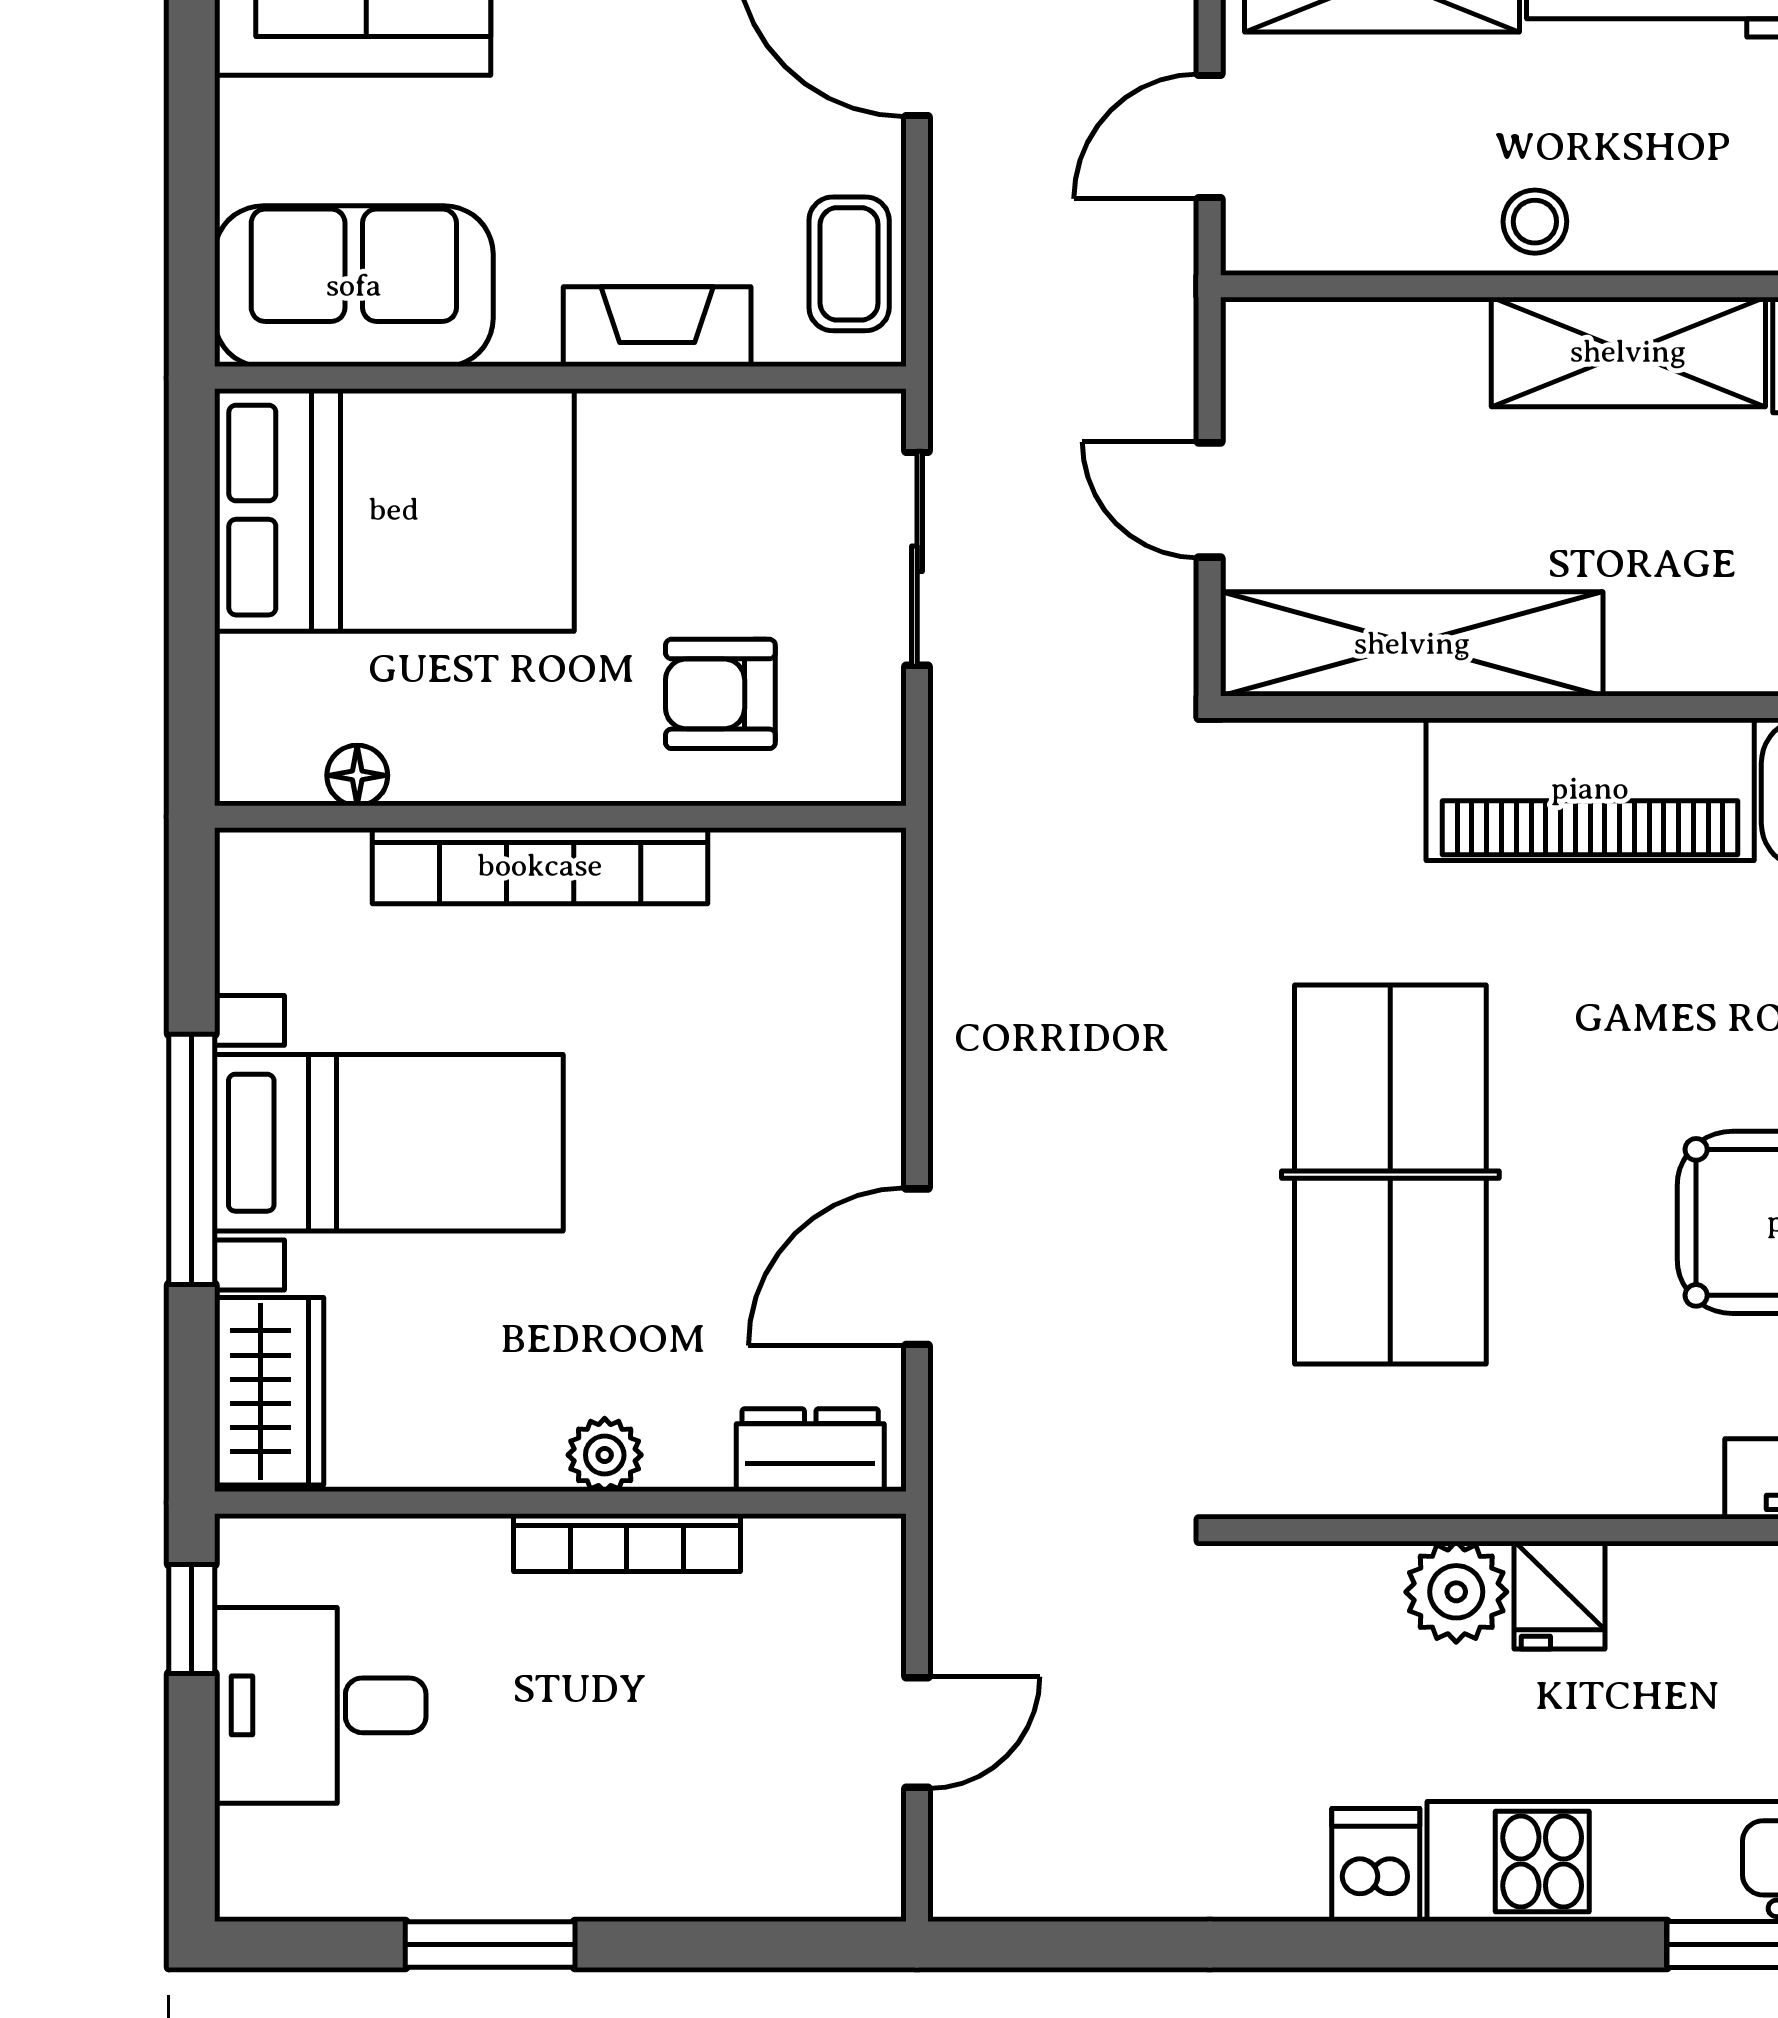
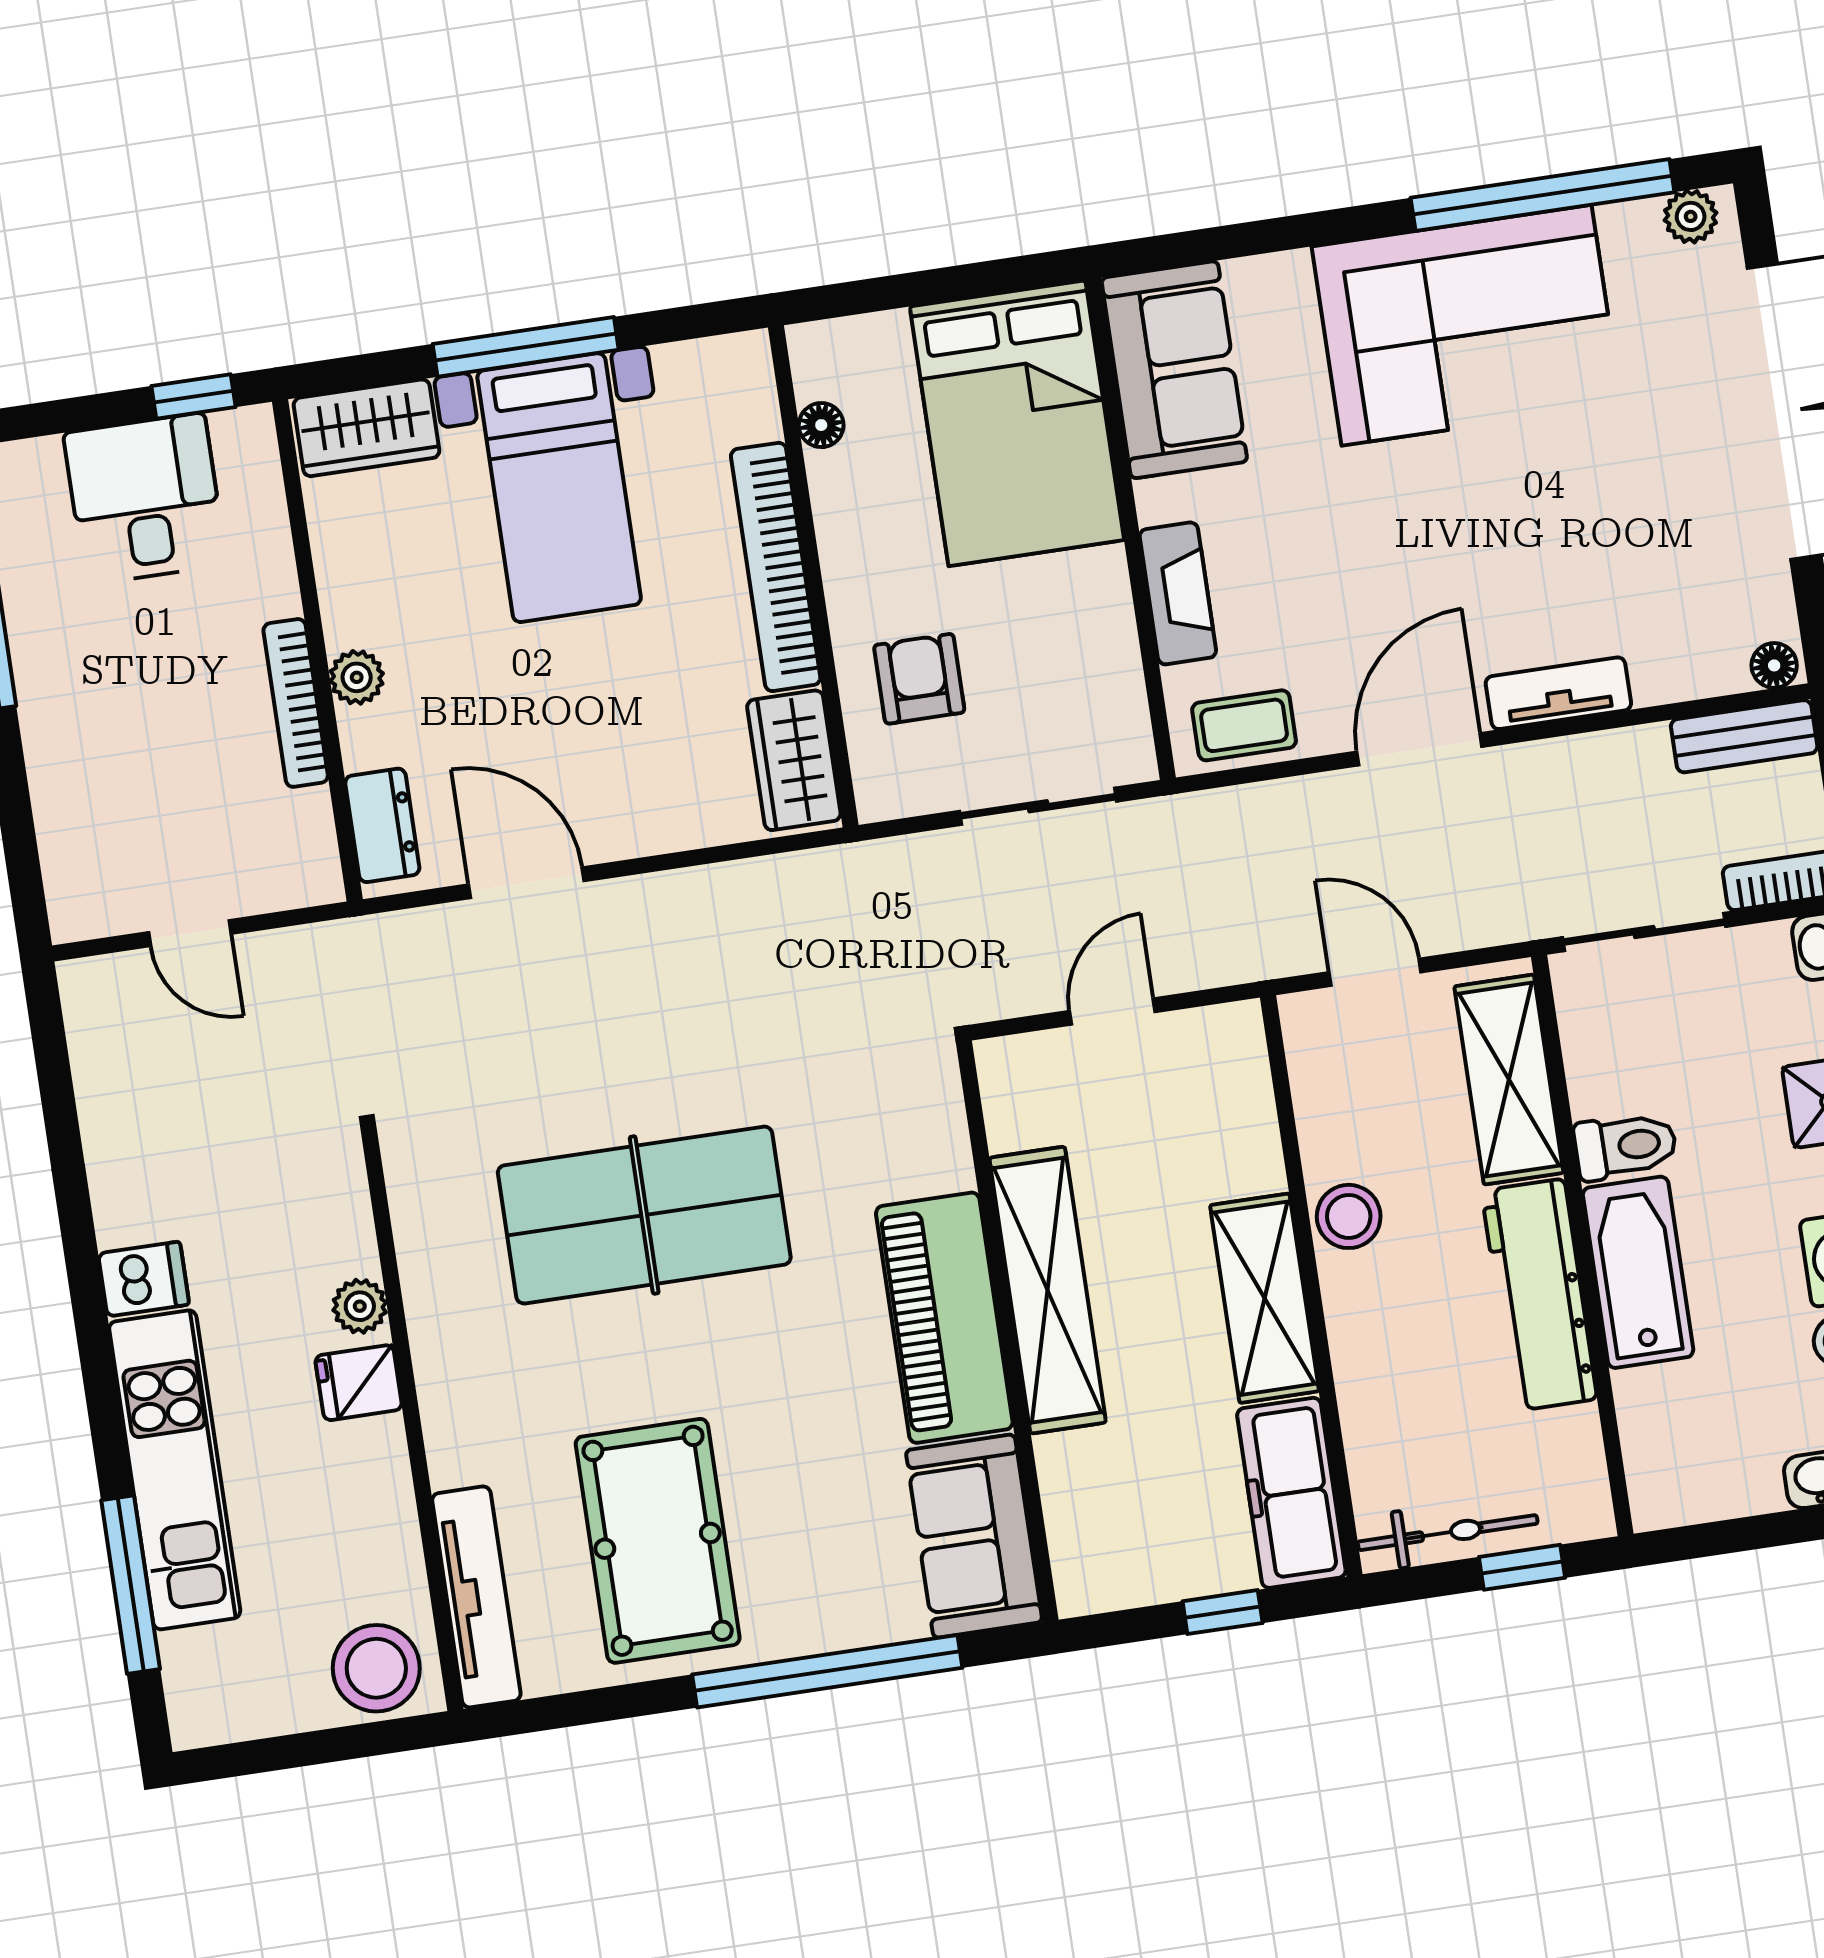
stool: (1535, 222) -> (1349, 1216), width x1.37, depth x1.37
shelving: (1412, 644) -> (1048, 1290), moved
wardrobe: (805, 880) -> (794, 760), added
plant: (1456, 1592) -> (360, 1306), width x0.73, depth x0.73

